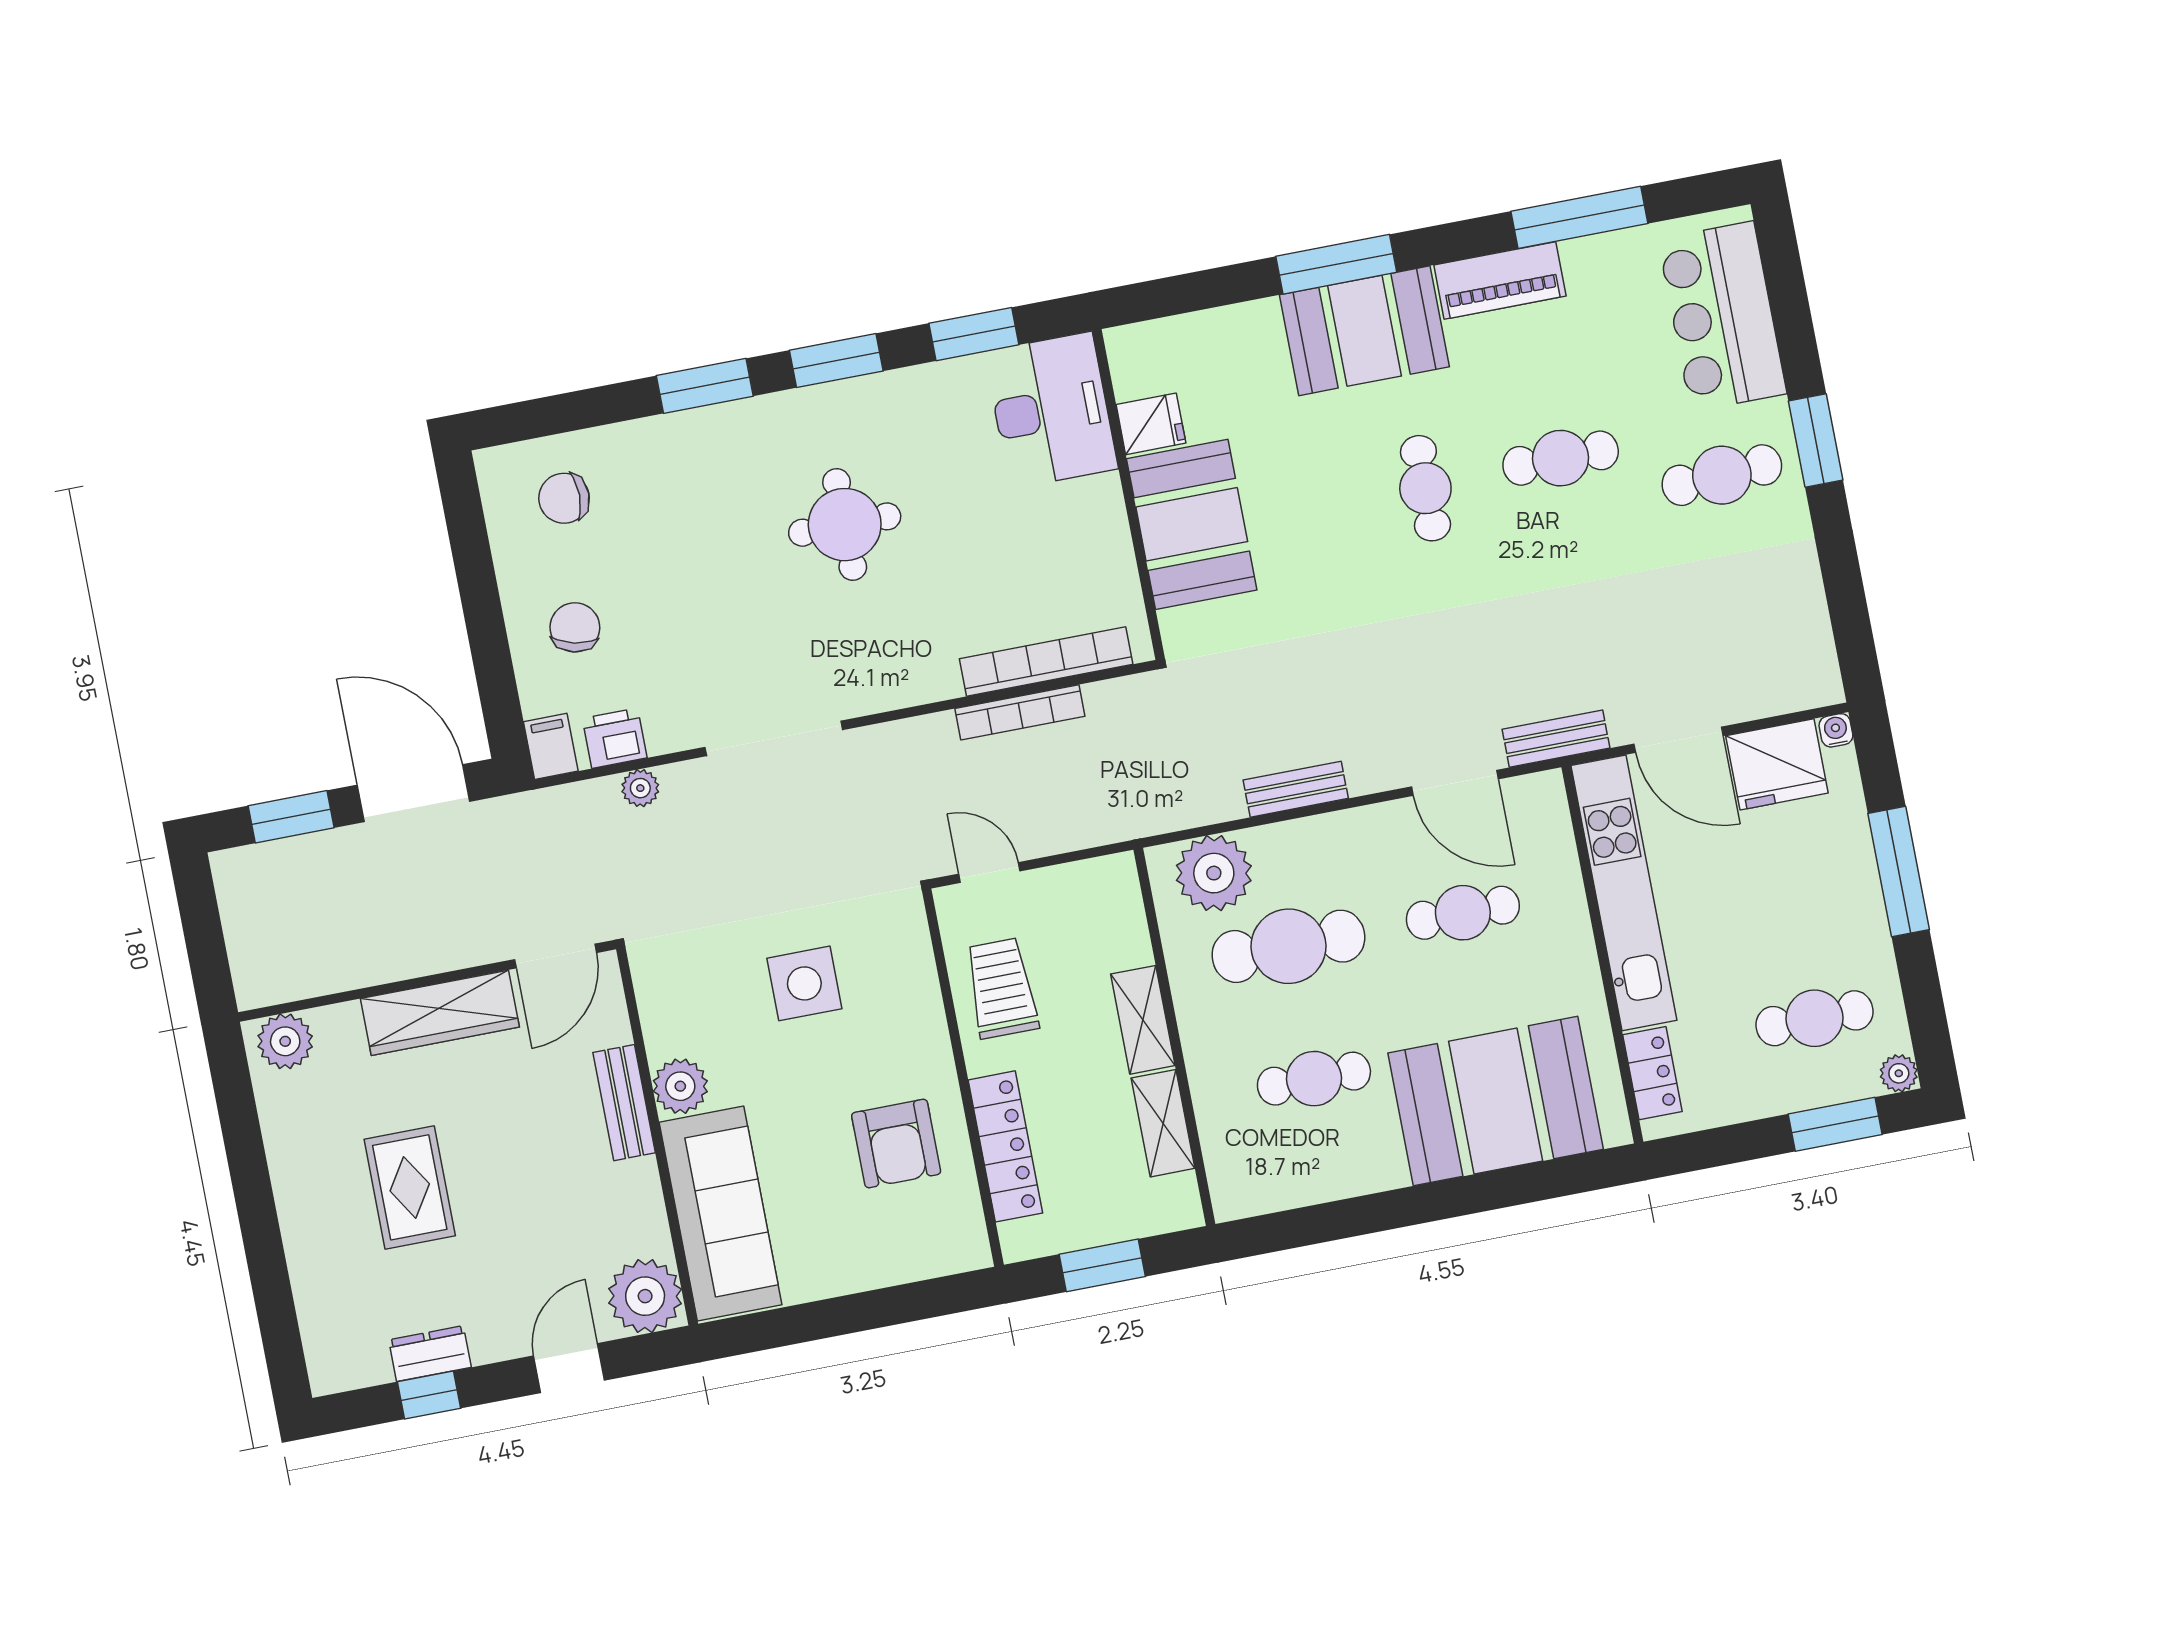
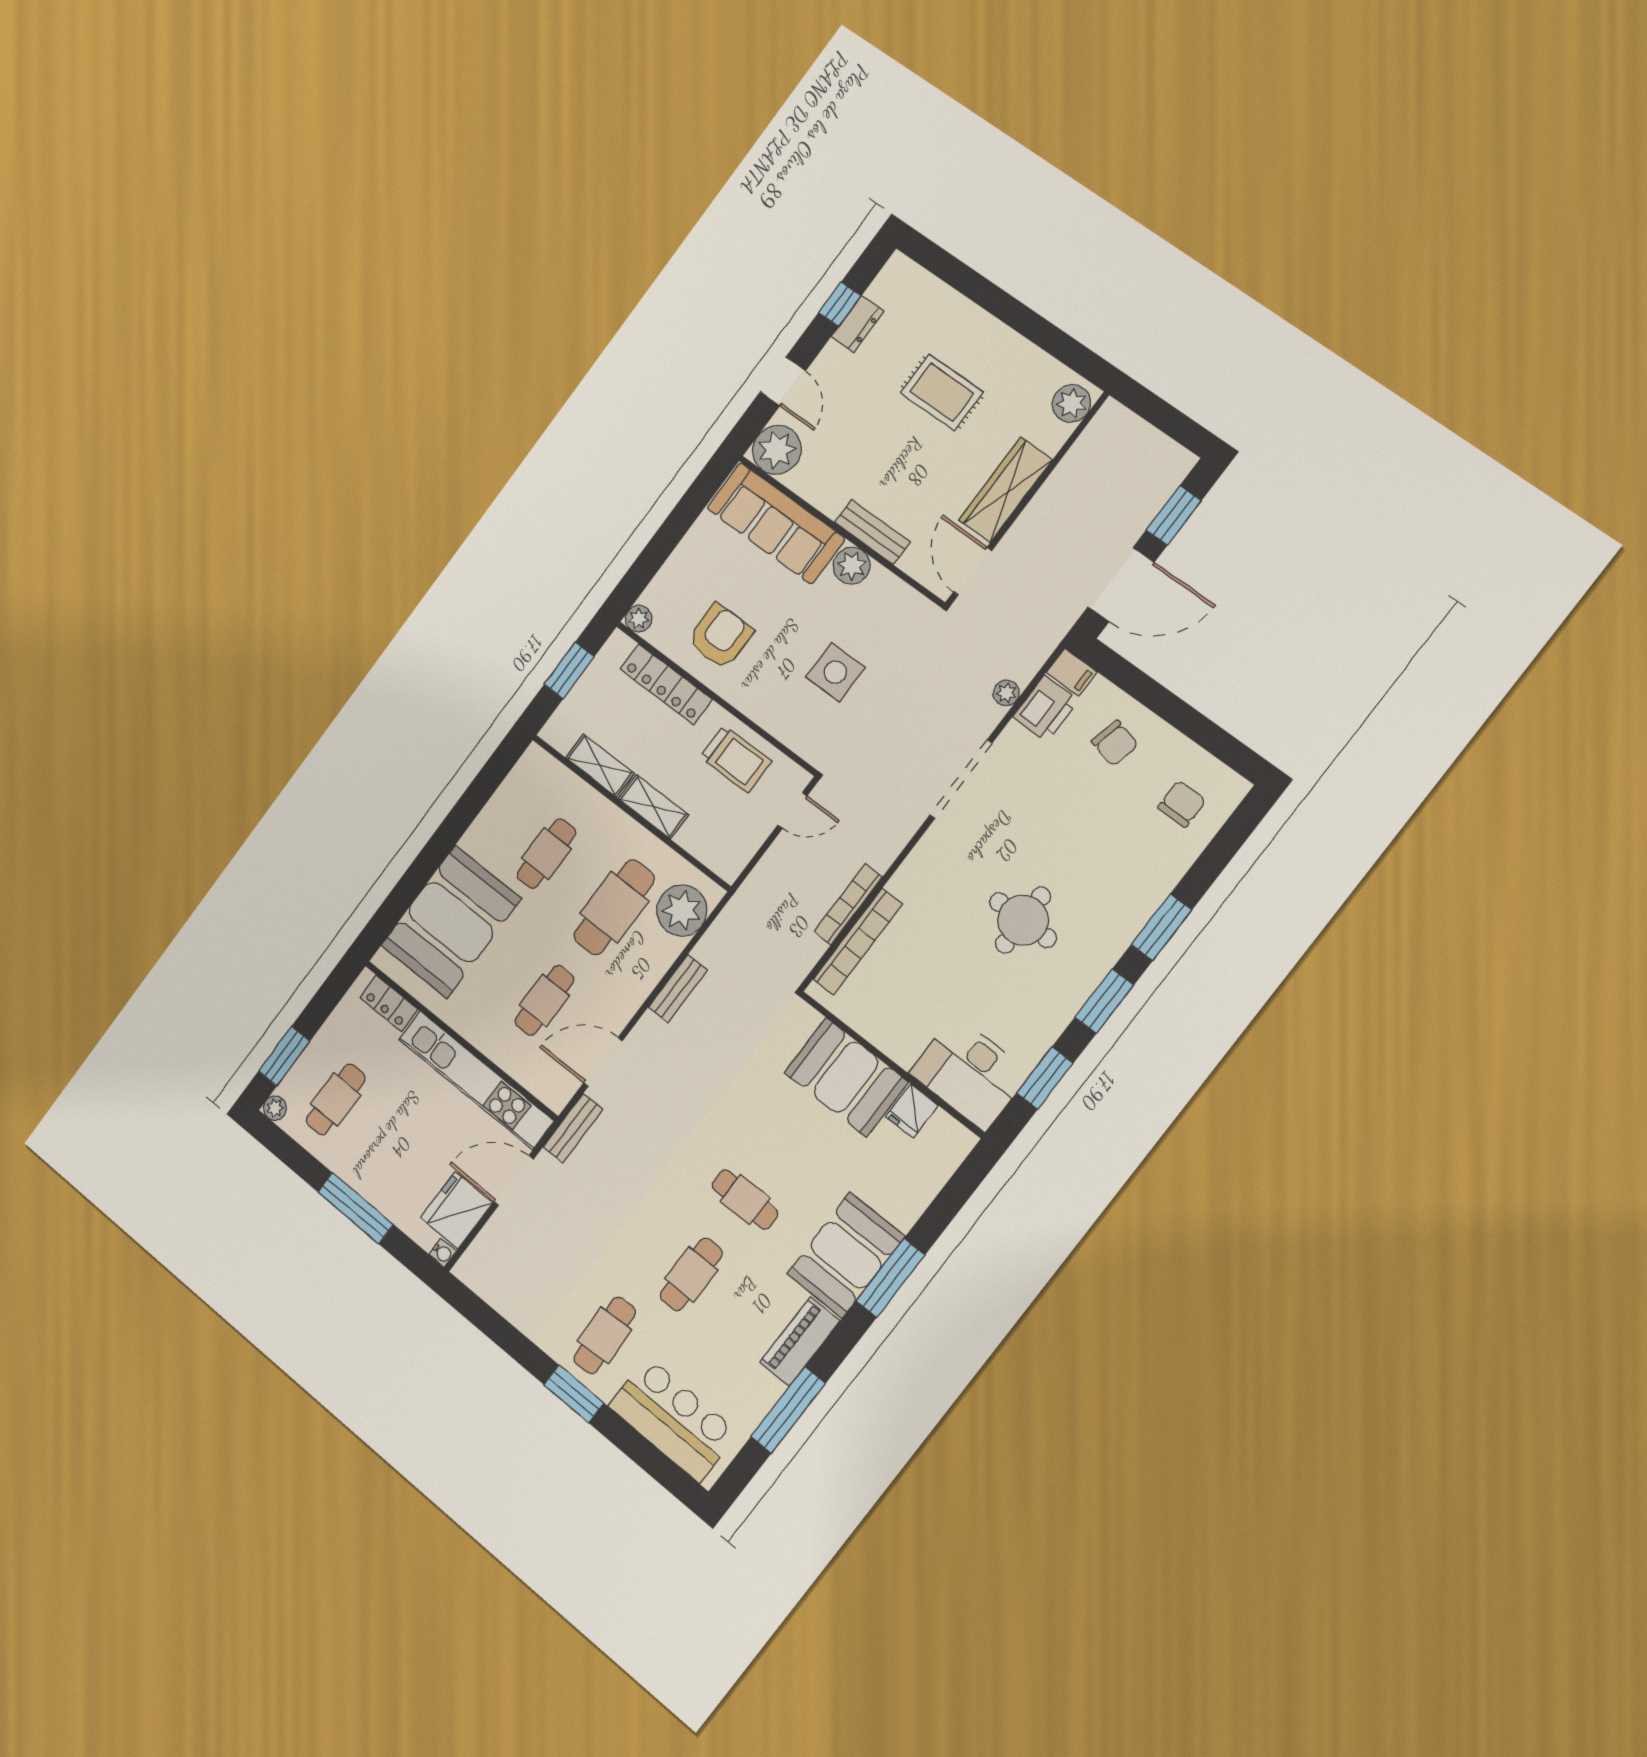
printer: (615, 738) -> (1046, 708), width x1.36, depth x1.24
armchair: (896, 1143) -> (720, 636), turned 90
plant: (970, 1250) -> (639, 619), added

